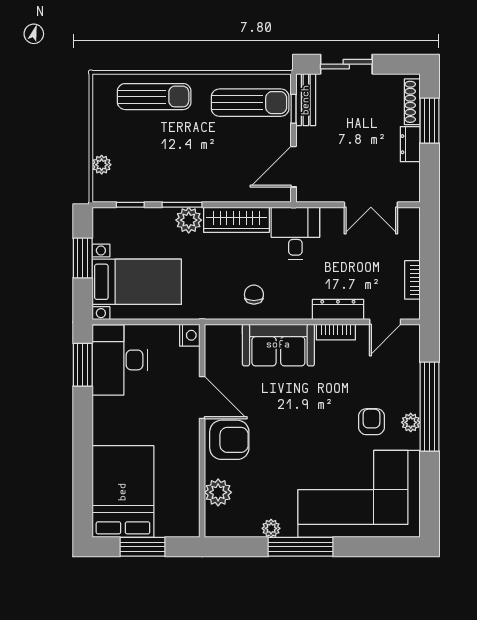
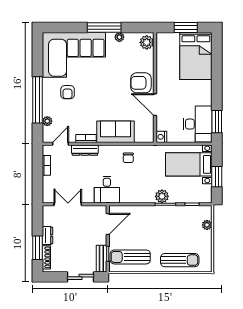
sun lounger: (154, 97) -> (180, 260), turned 180
wardrobe: (236, 220) -> (137, 196), removed
plant: (411, 422) -> (47, 121), moved
plant: (218, 492) -> (147, 42), moved

